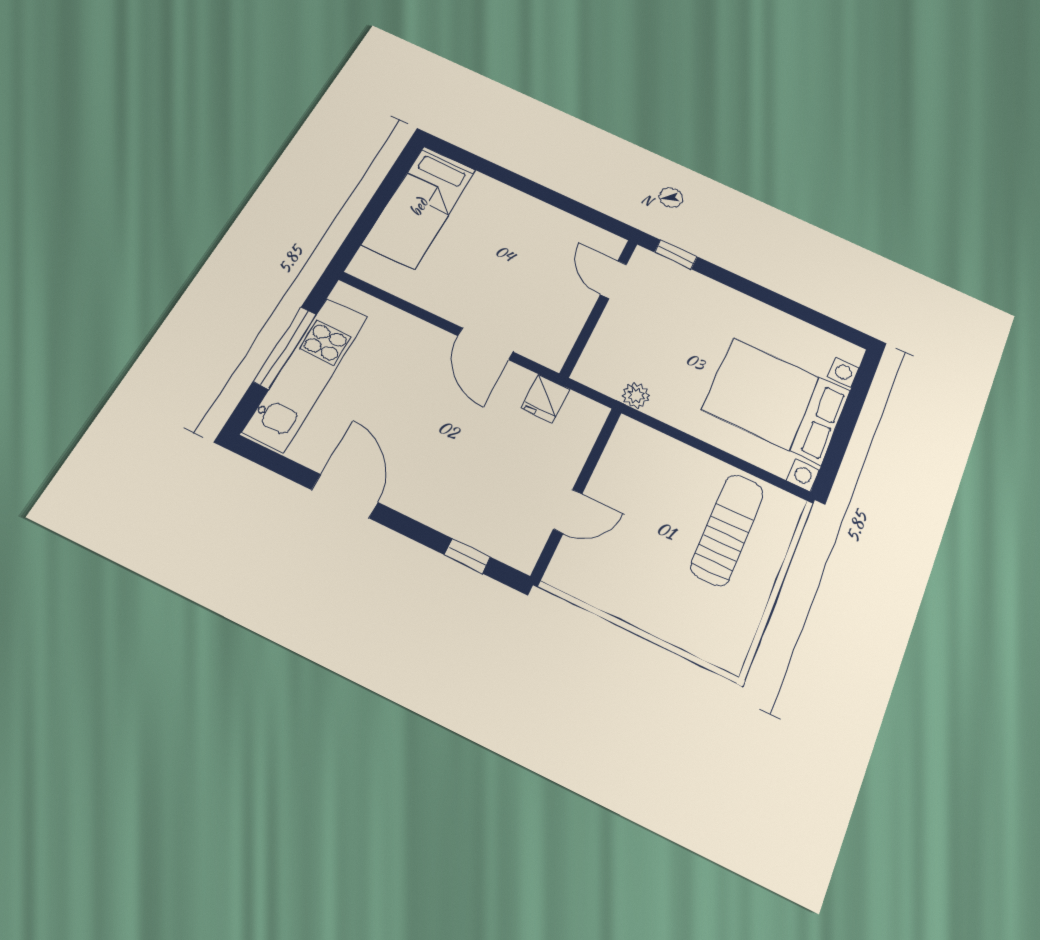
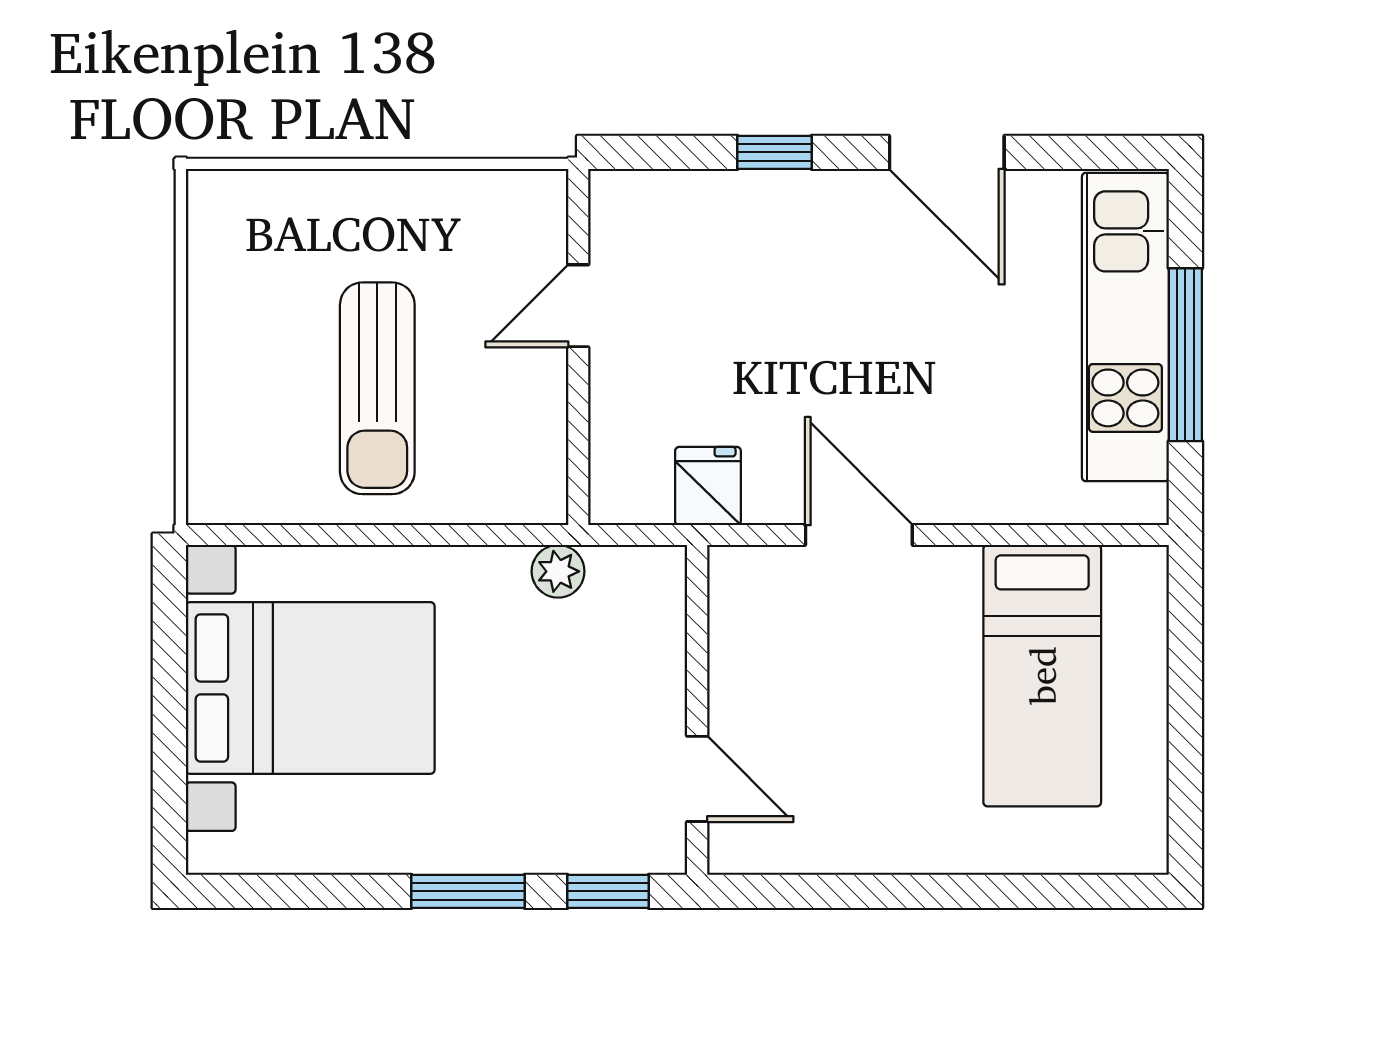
bed: (419, 207) -> (1042, 676), moved, turned 180
window: (739, 284) -> (468, 891), added
sun lounger: (727, 529) -> (377, 388), moved
window: (467, 556) -> (774, 152), moved

